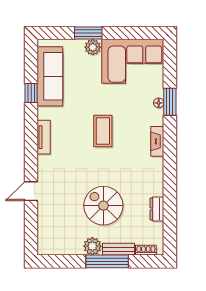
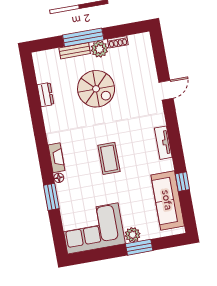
floor lamp: (159, 103) -> (59, 178), moved
shoe rack: (146, 250) -> (118, 42), moved

